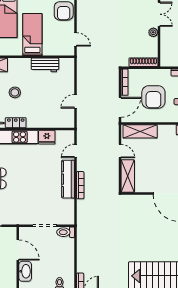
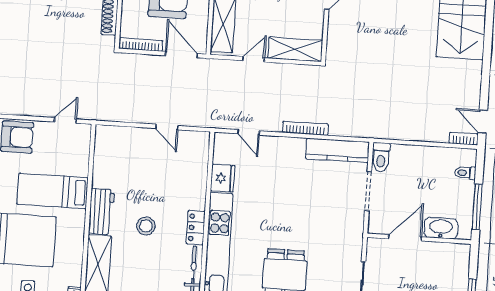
workbench: (45, 65) -> (101, 211), moved
kitchen counter: (68, 179) -> (337, 150), moved

